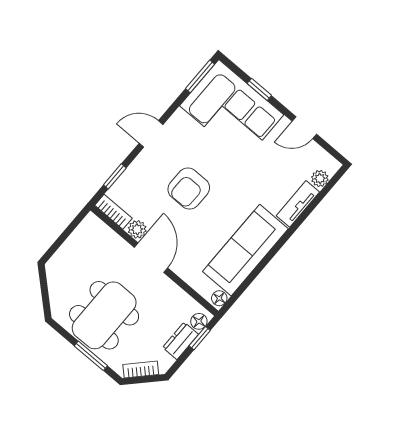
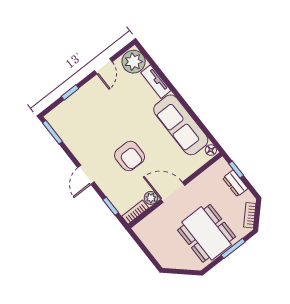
corner sofa: (232, 110) -> (81, 115), removed
plant: (320, 178) -> (134, 62), width x1.87, depth x1.87
floor lamp: (199, 321) -> (224, 168), removed

